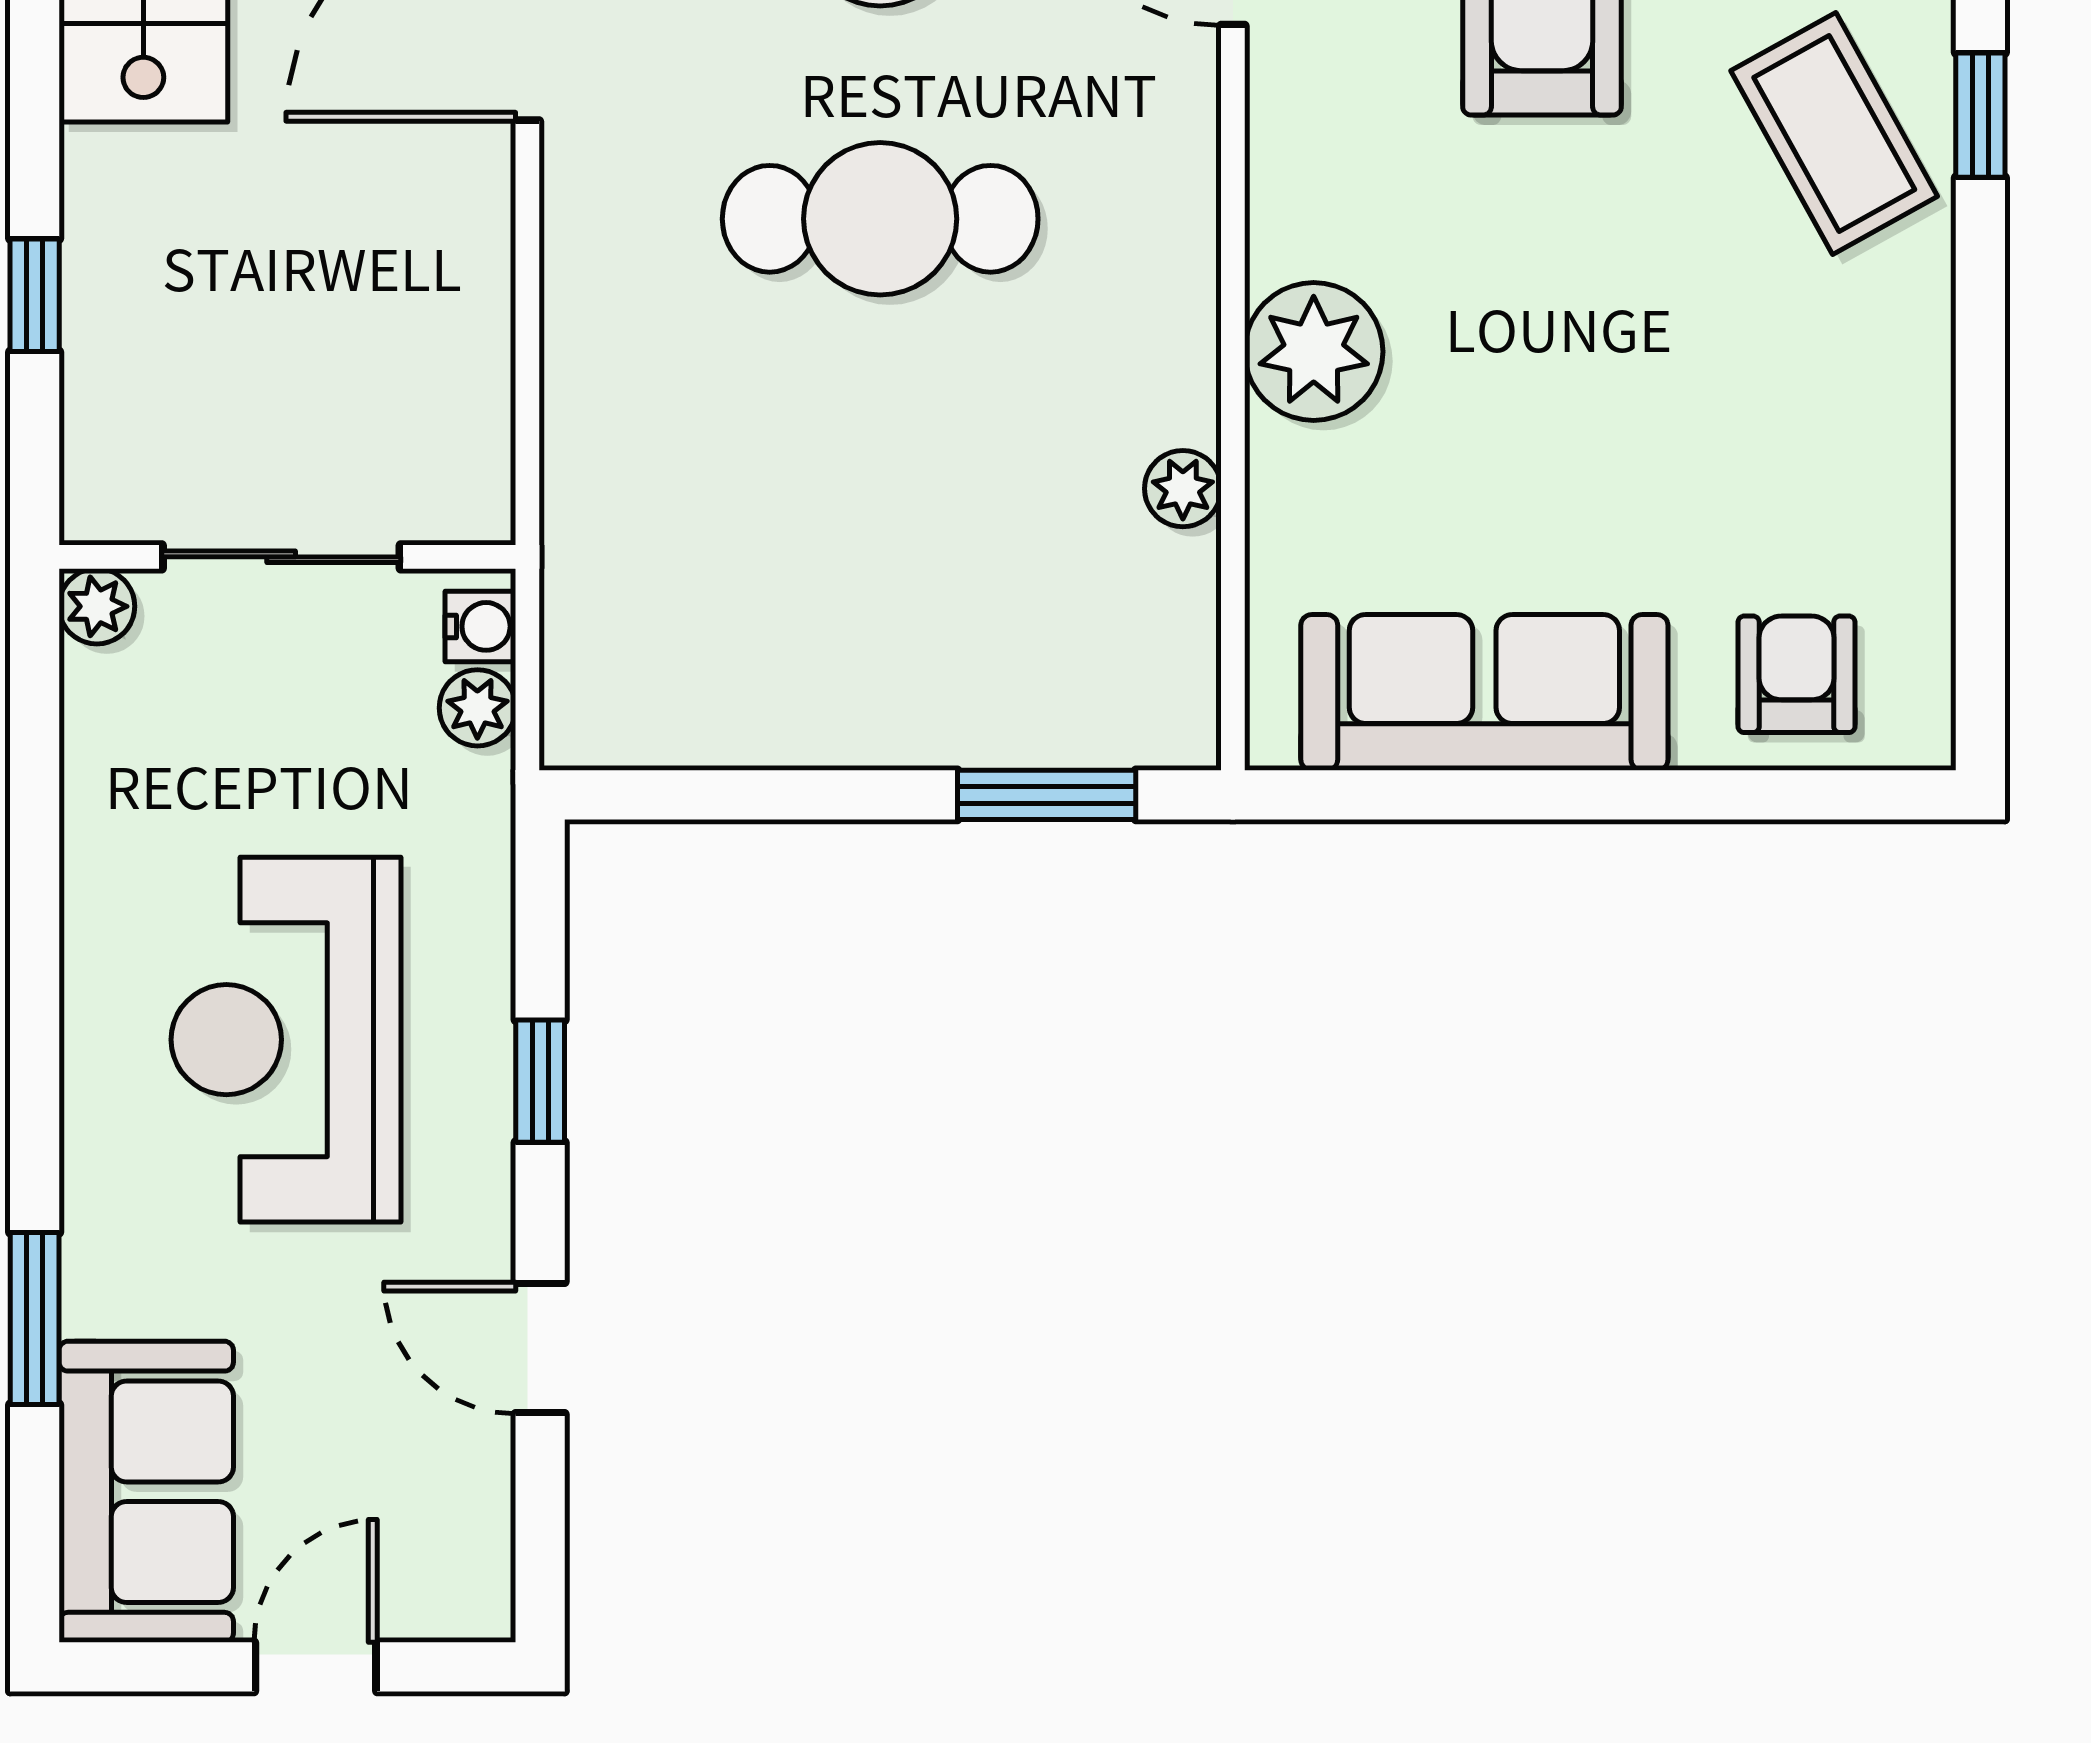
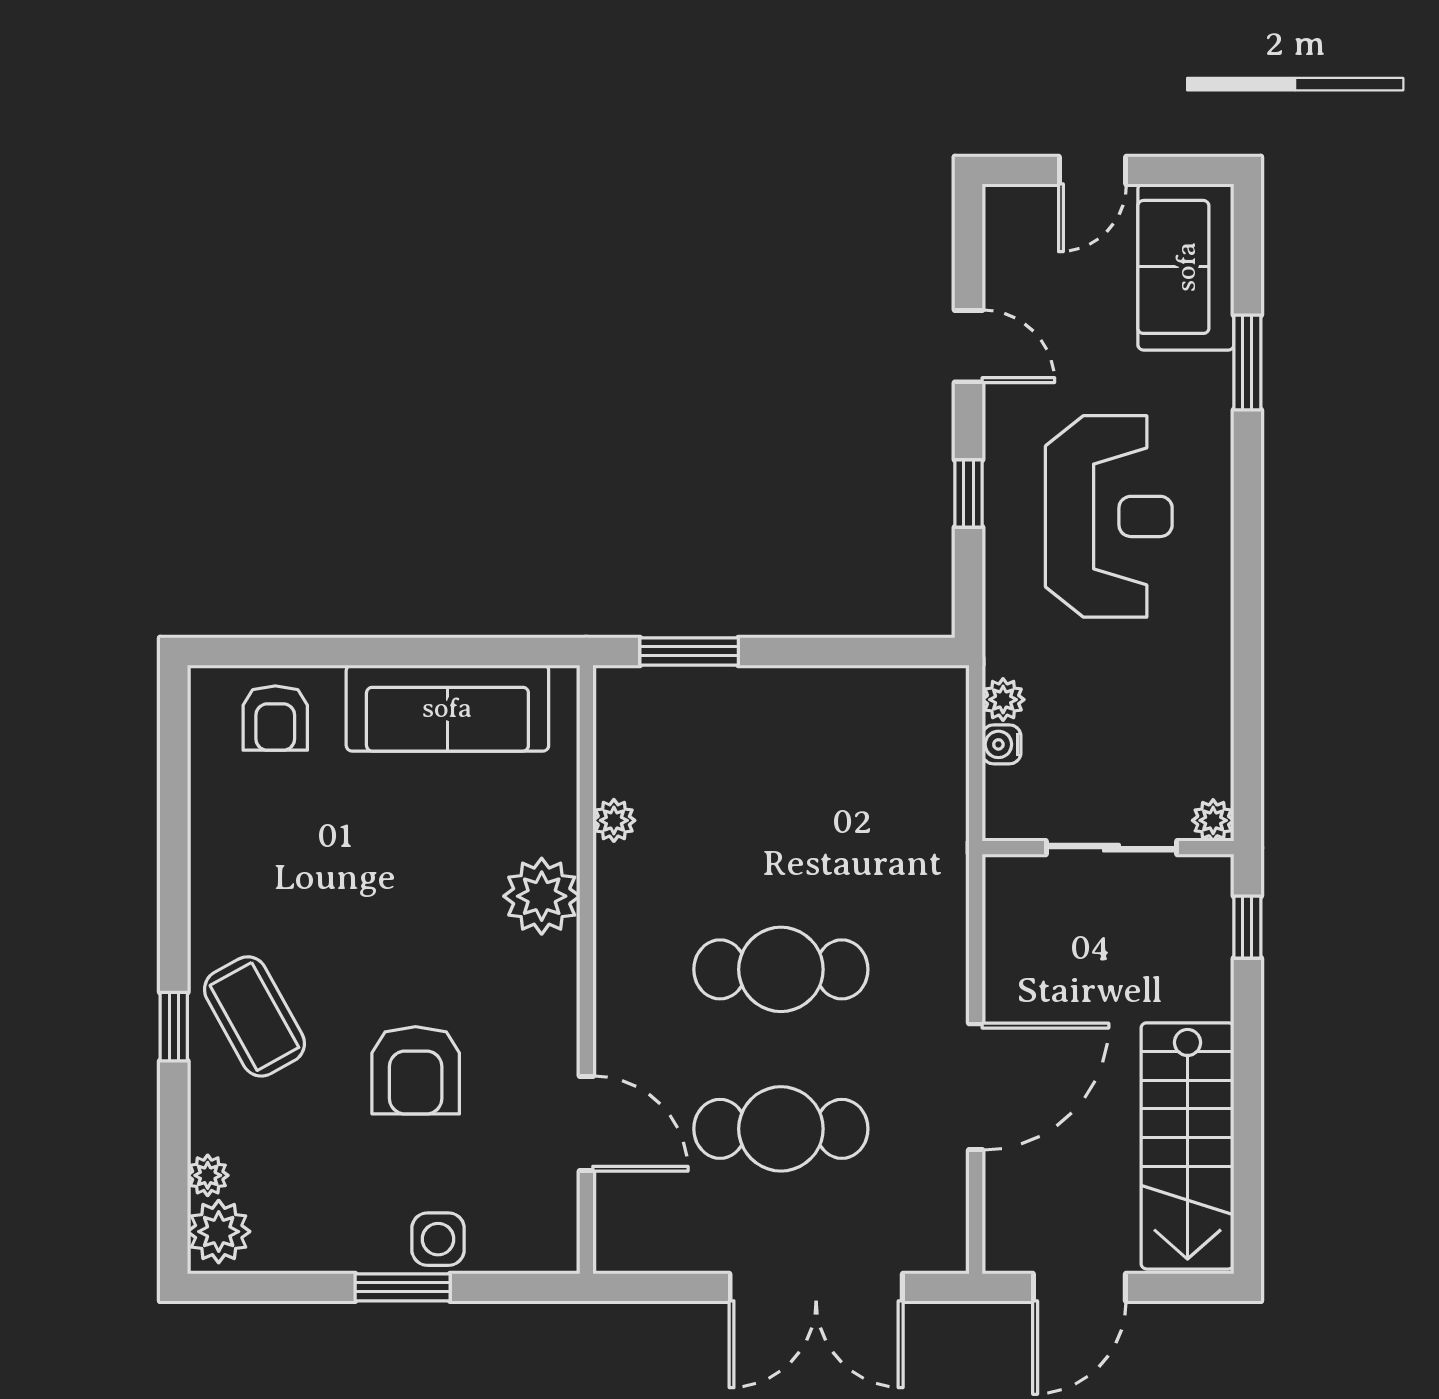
sliding door: (281, 557) -> (1111, 848), moved
wall: (287, 557) -> (1108, 848), moved
plant: (97, 606) -> (1213, 820), moved

